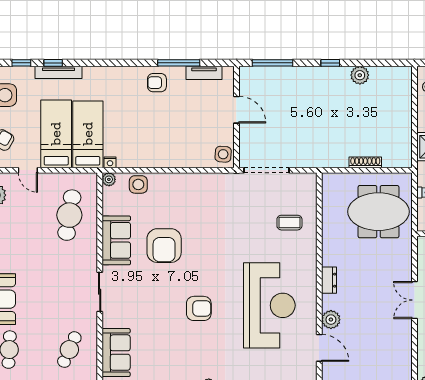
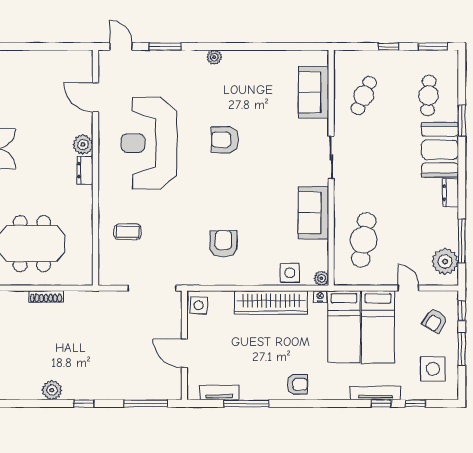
armchair: (157, 83) -> (297, 384), moved
wardrobe: (156, 157) -> (271, 303), added
armchair: (164, 246) -> (223, 244), moved, width x0.73, depth x0.73
plant: (331, 320) -> (83, 145), moved

